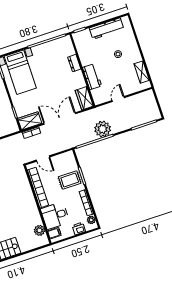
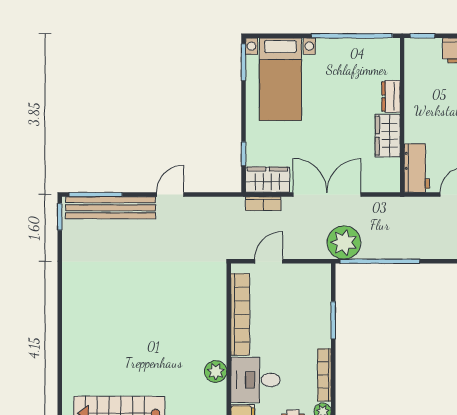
workbench: (92, 77) -> (417, 168), moved
wardrobe: (84, 98) -> (388, 136), moved
plant: (103, 129) -> (344, 242), moved
door: (43, 159) -> (269, 261), swing flipped
rug: (70, 180) -> (307, 320), removed
plant: (40, 230) -> (216, 371), moved

